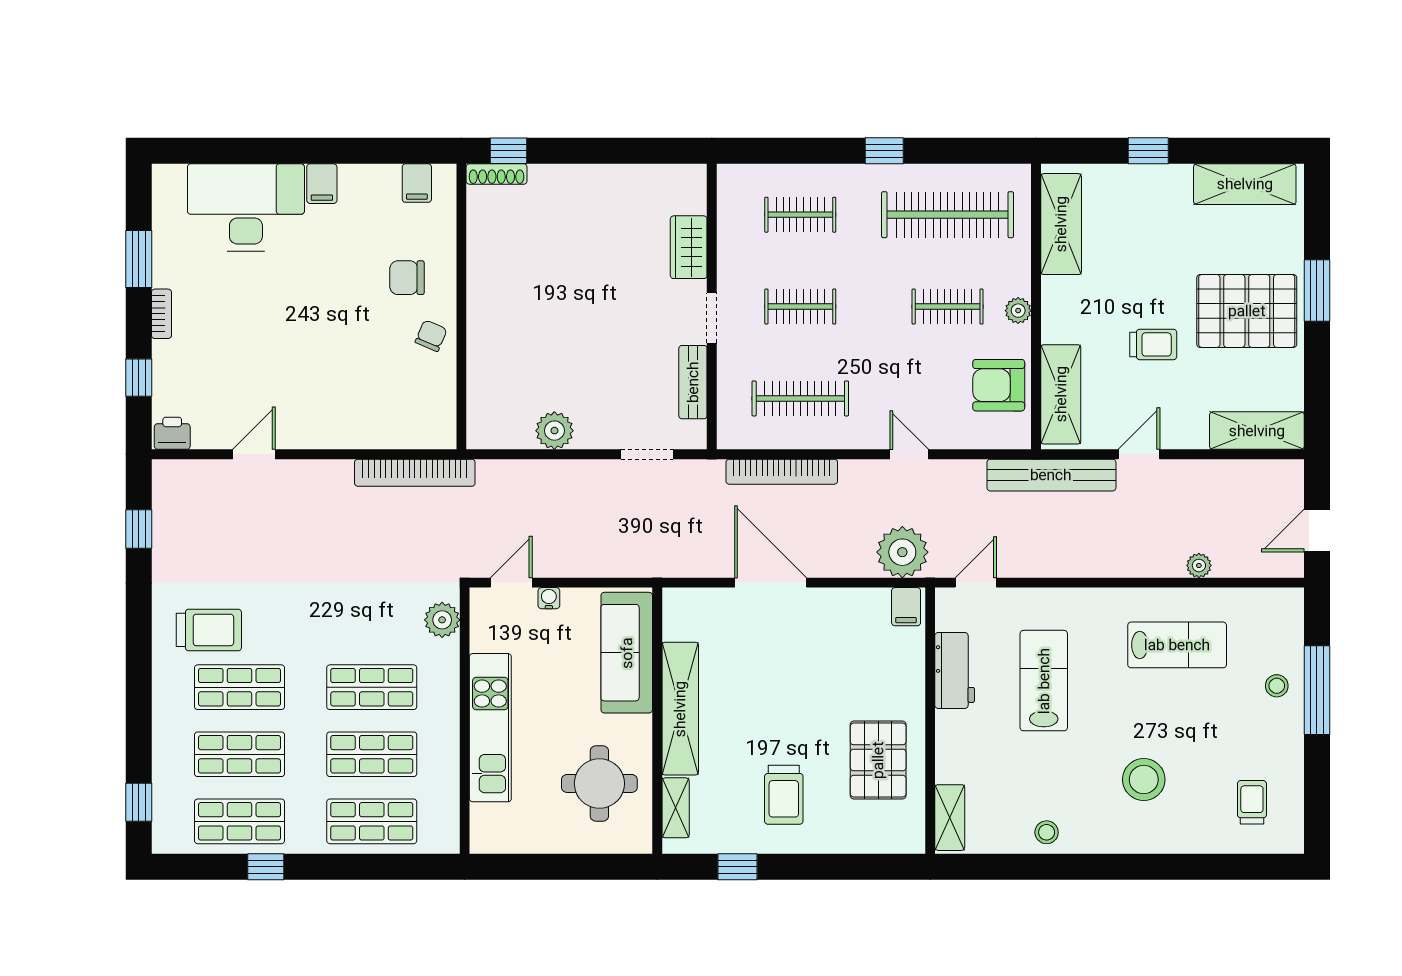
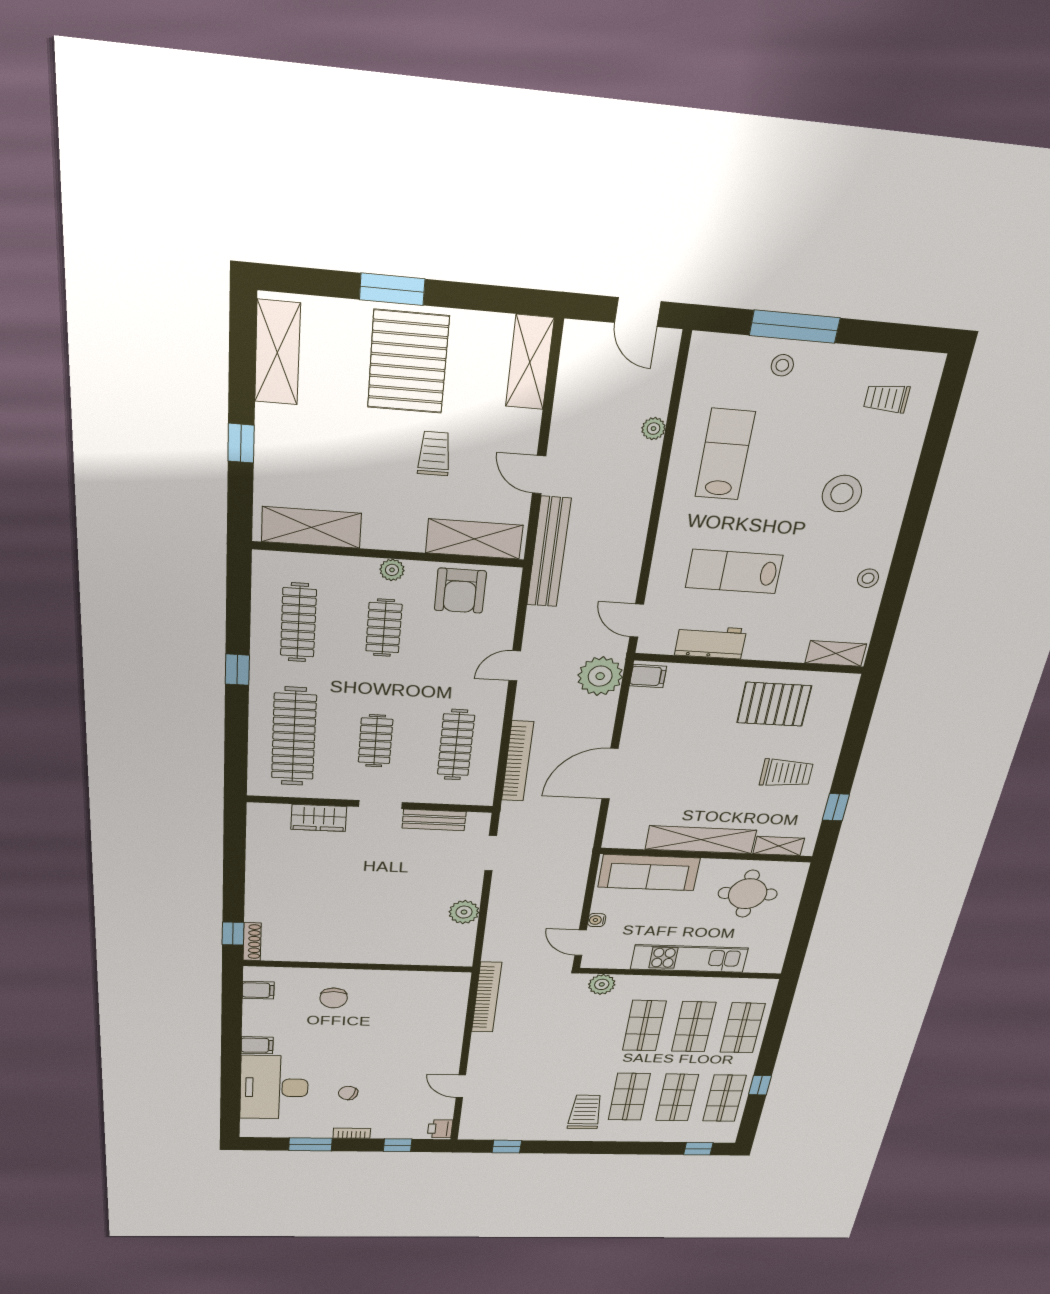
clothes rail: (800, 215) -> (294, 737), width x1.86, depth x1.31
clothes rail: (948, 215) -> (298, 623), width x0.73, depth x0.76
chair: (431, 336) -> (348, 1093), moved

